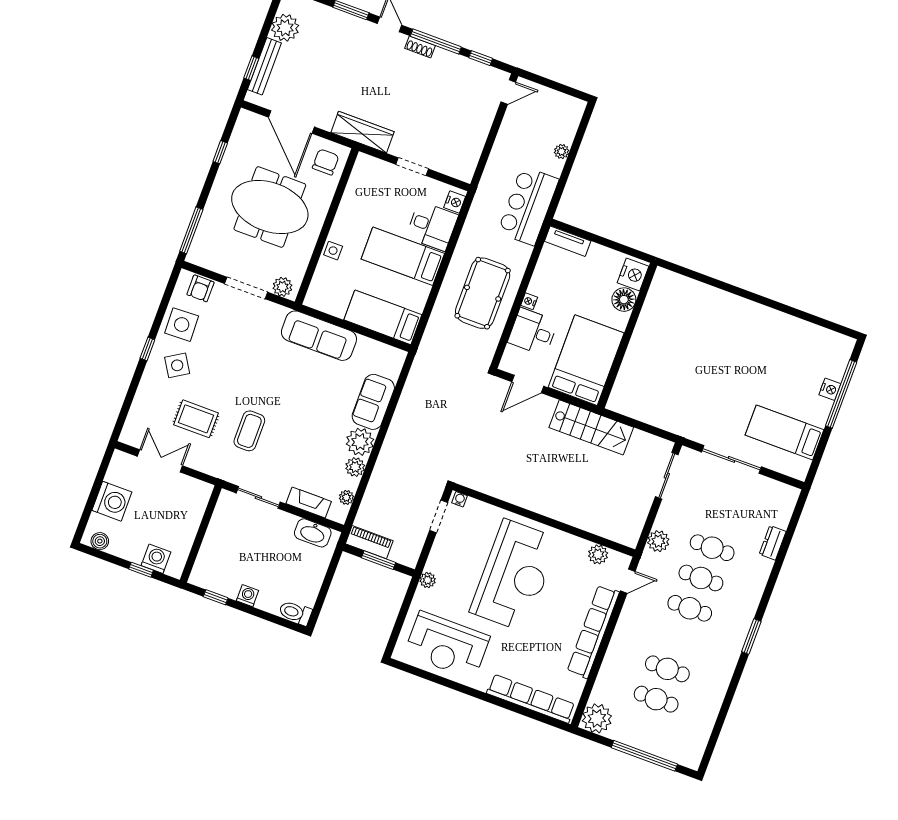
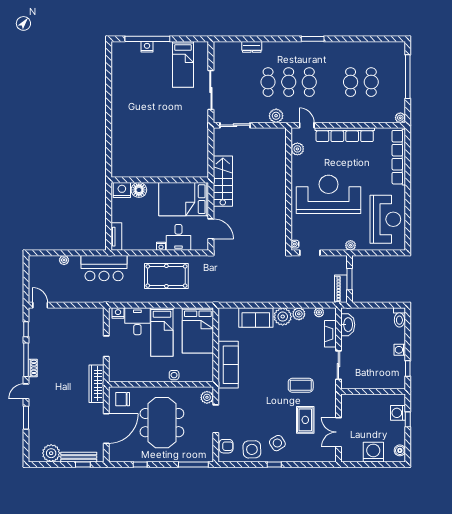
bed: (383, 317) -> (198, 330), width x1.50
plant: (597, 718) -> (400, 118), width x0.53, depth x0.53

